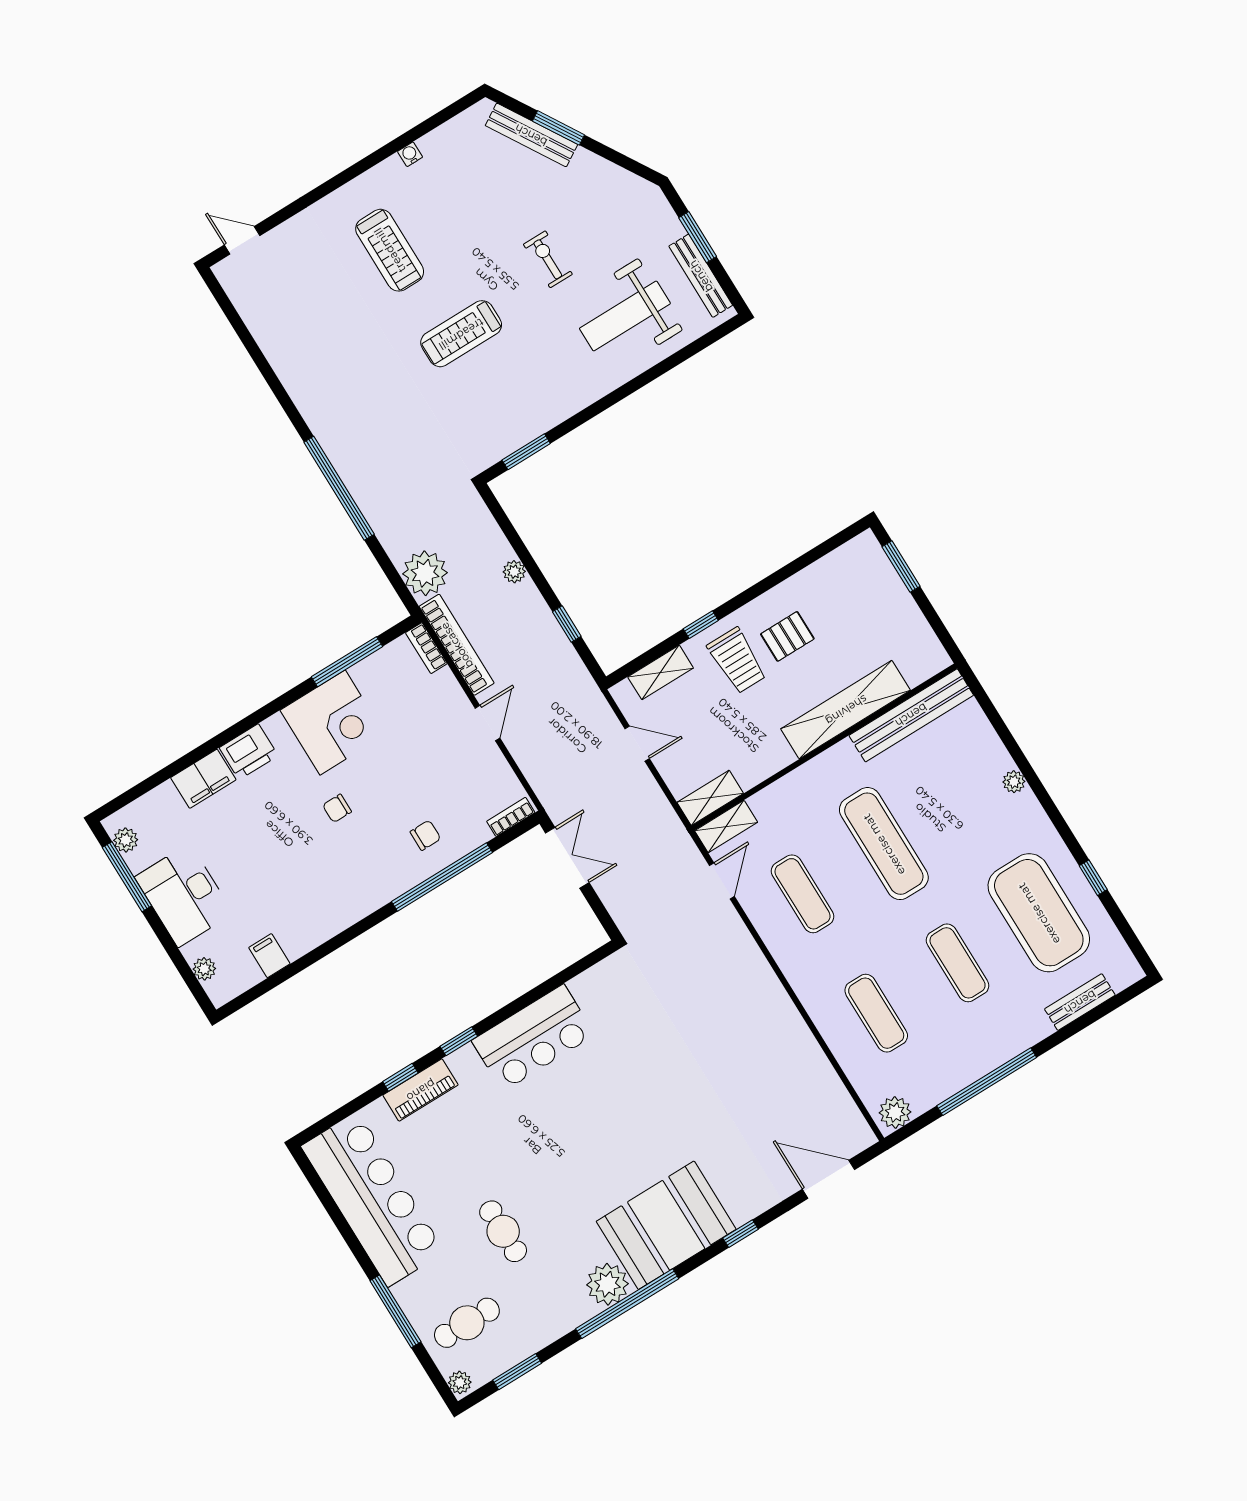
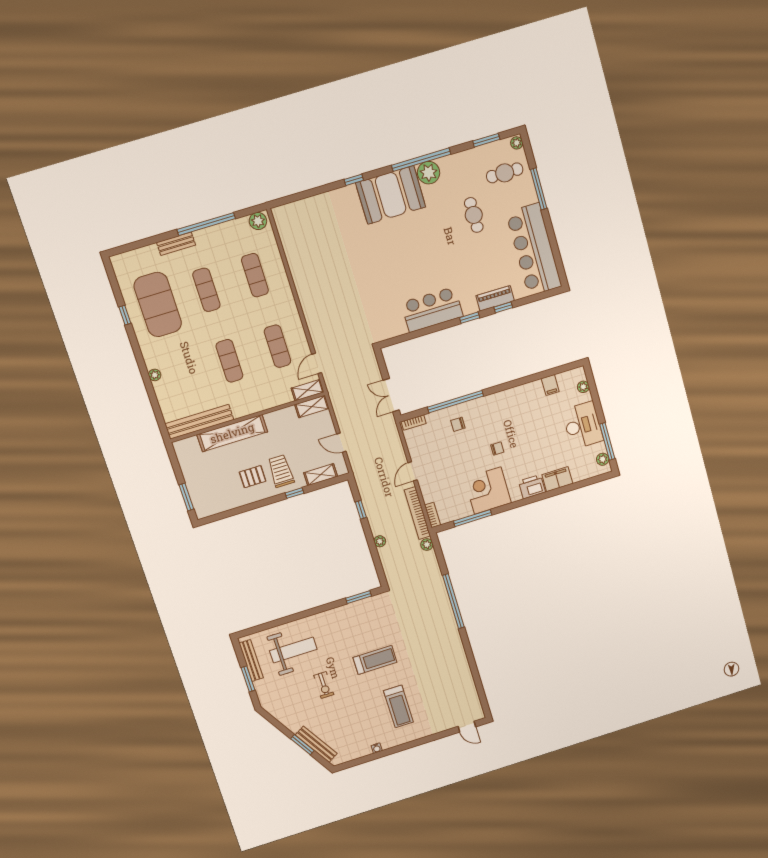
treadmill: (390, 250) -> (399, 706), turned 180
plant: (425, 573) -> (427, 545), width x0.53, depth x0.53
exercise mat: (884, 844) -> (229, 361), width x0.73, depth x0.69
bench: (1080, 1002) -> (176, 244), moved
door: (828, 1179) -> (301, 196), removed

